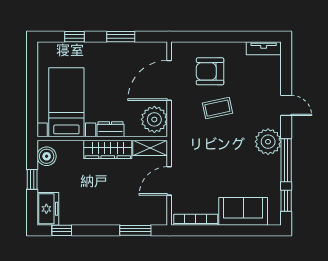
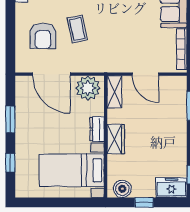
wardrobe: (108, 149) -> (116, 139), width x0.67

